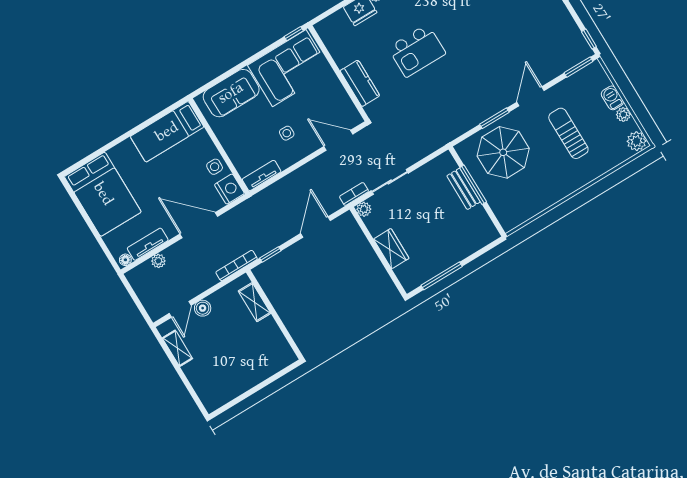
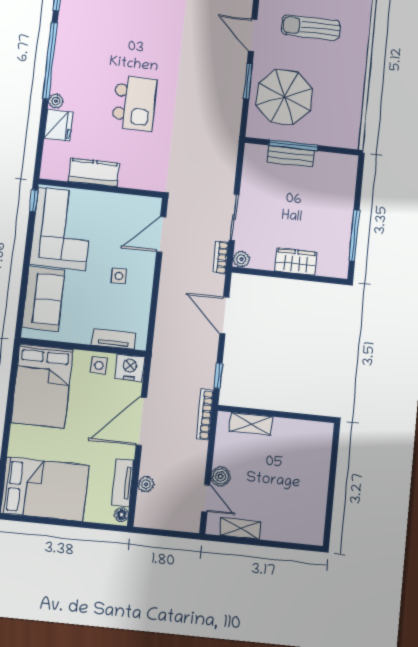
kitchen counter: (360, 83) -> (94, 172), moved
bed: (167, 132) -> (42, 386), width x1.50
tv unit: (262, 175) -> (114, 339), moved, turned 90

